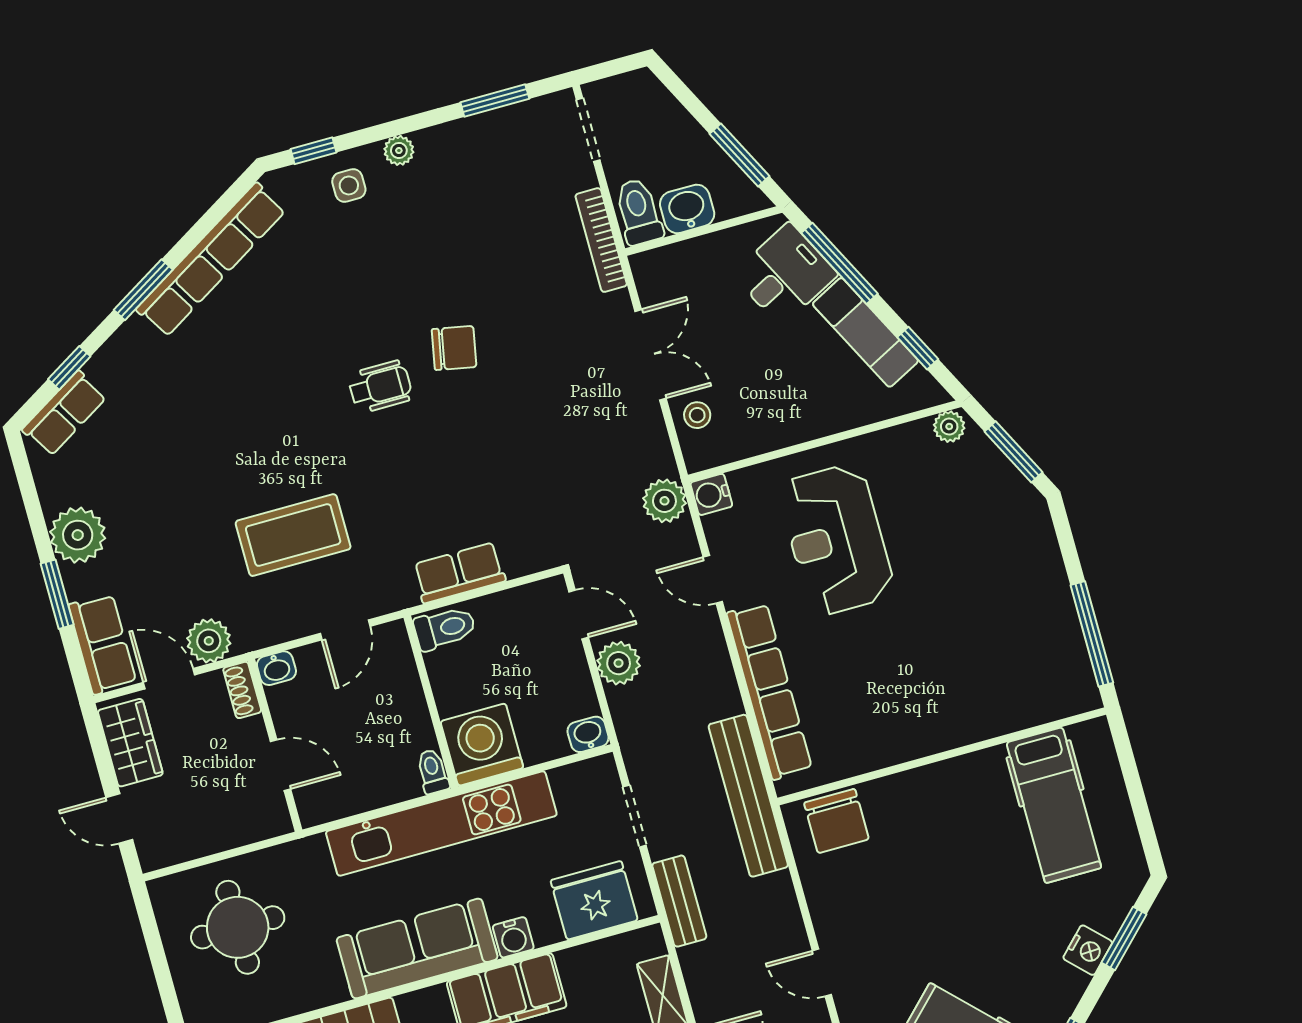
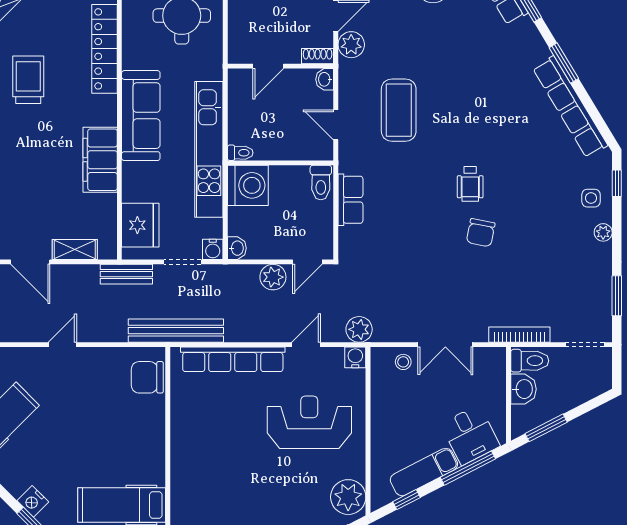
plant: (949, 427) -> (348, 497), width x1.88, depth x1.88
water cooler: (513, 937) -> (213, 249), moved, turned -90

